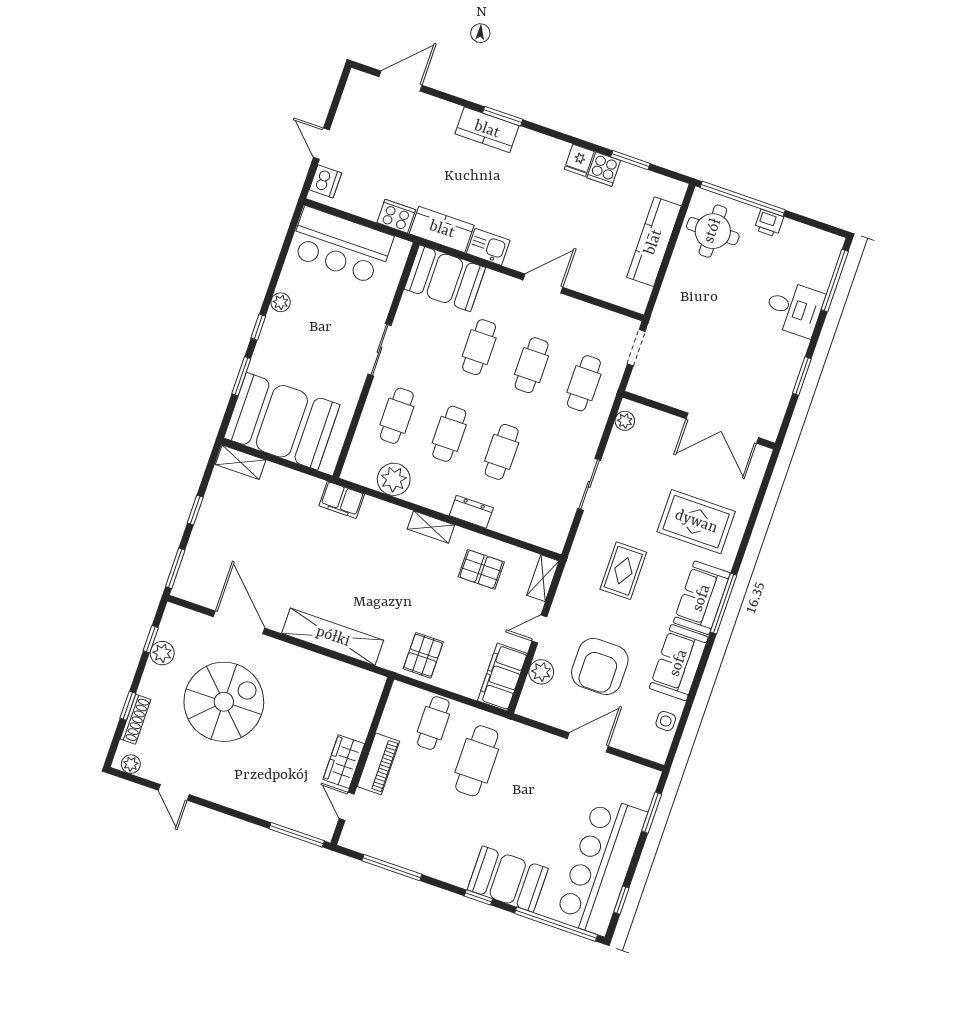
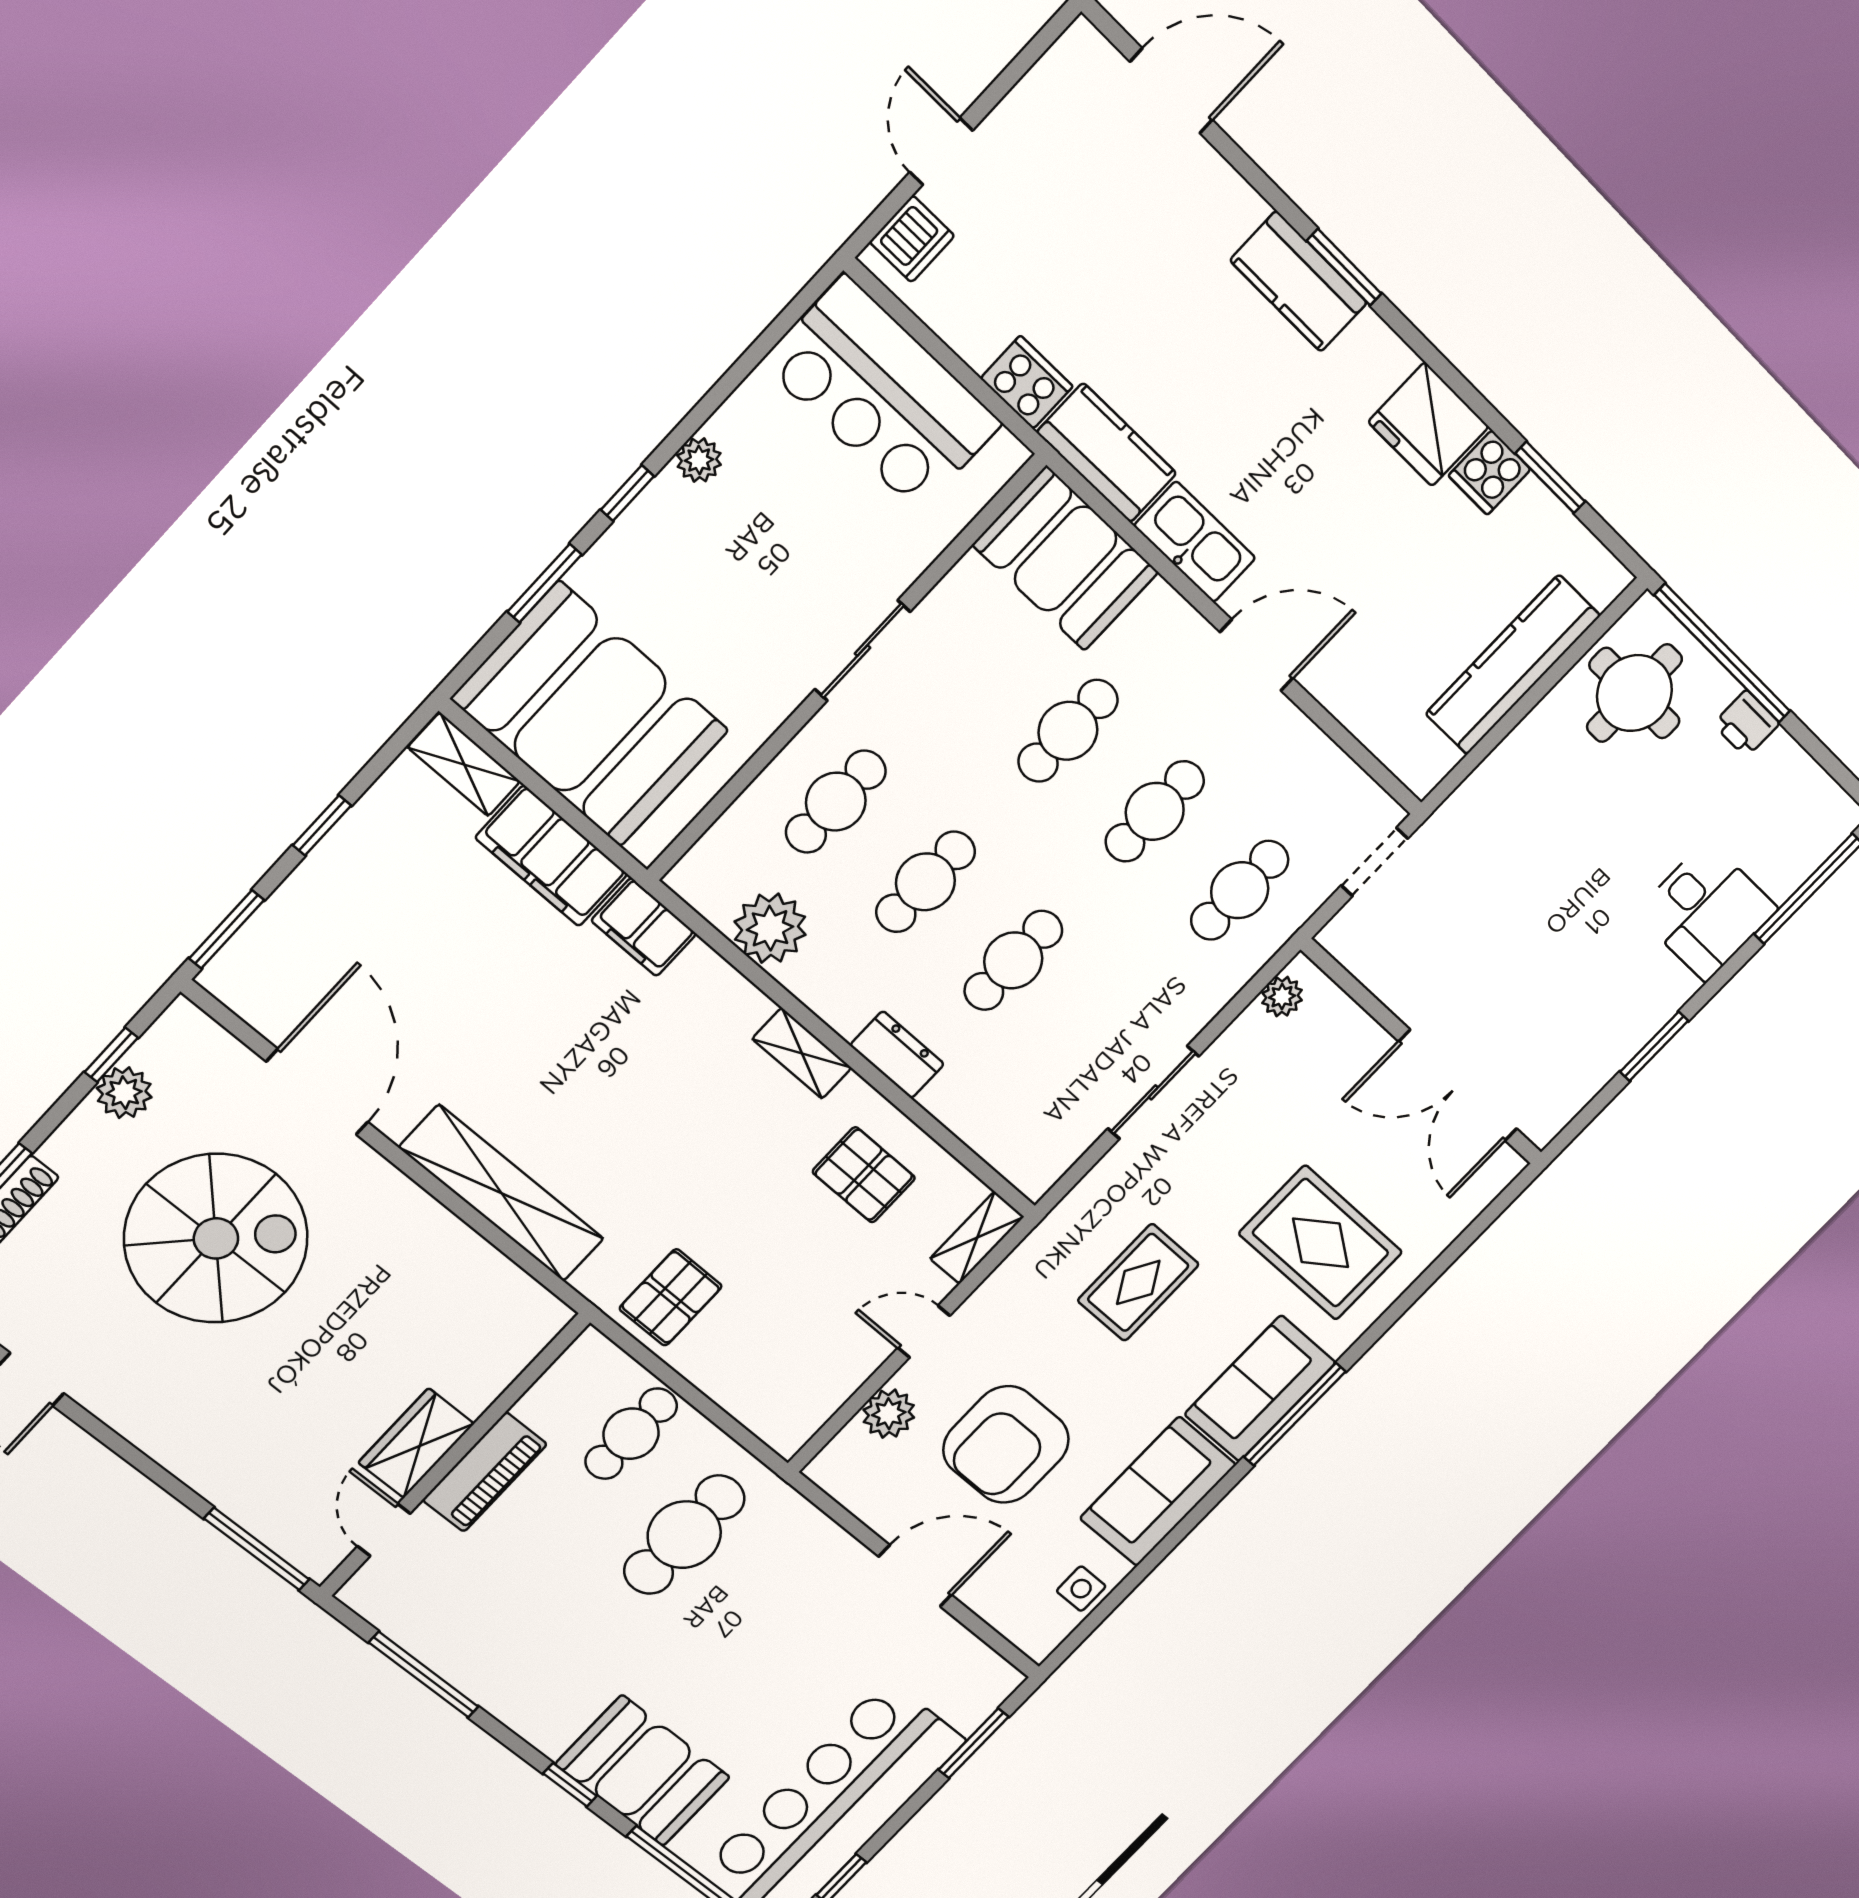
fridge: (579, 160) -> (1429, 424), width x1.88, depth x1.34
kitchen sink: (488, 247) -> (1195, 542), width x1.38
filing cabinet: (502, 677) -> (551, 856), moved, turned -90

